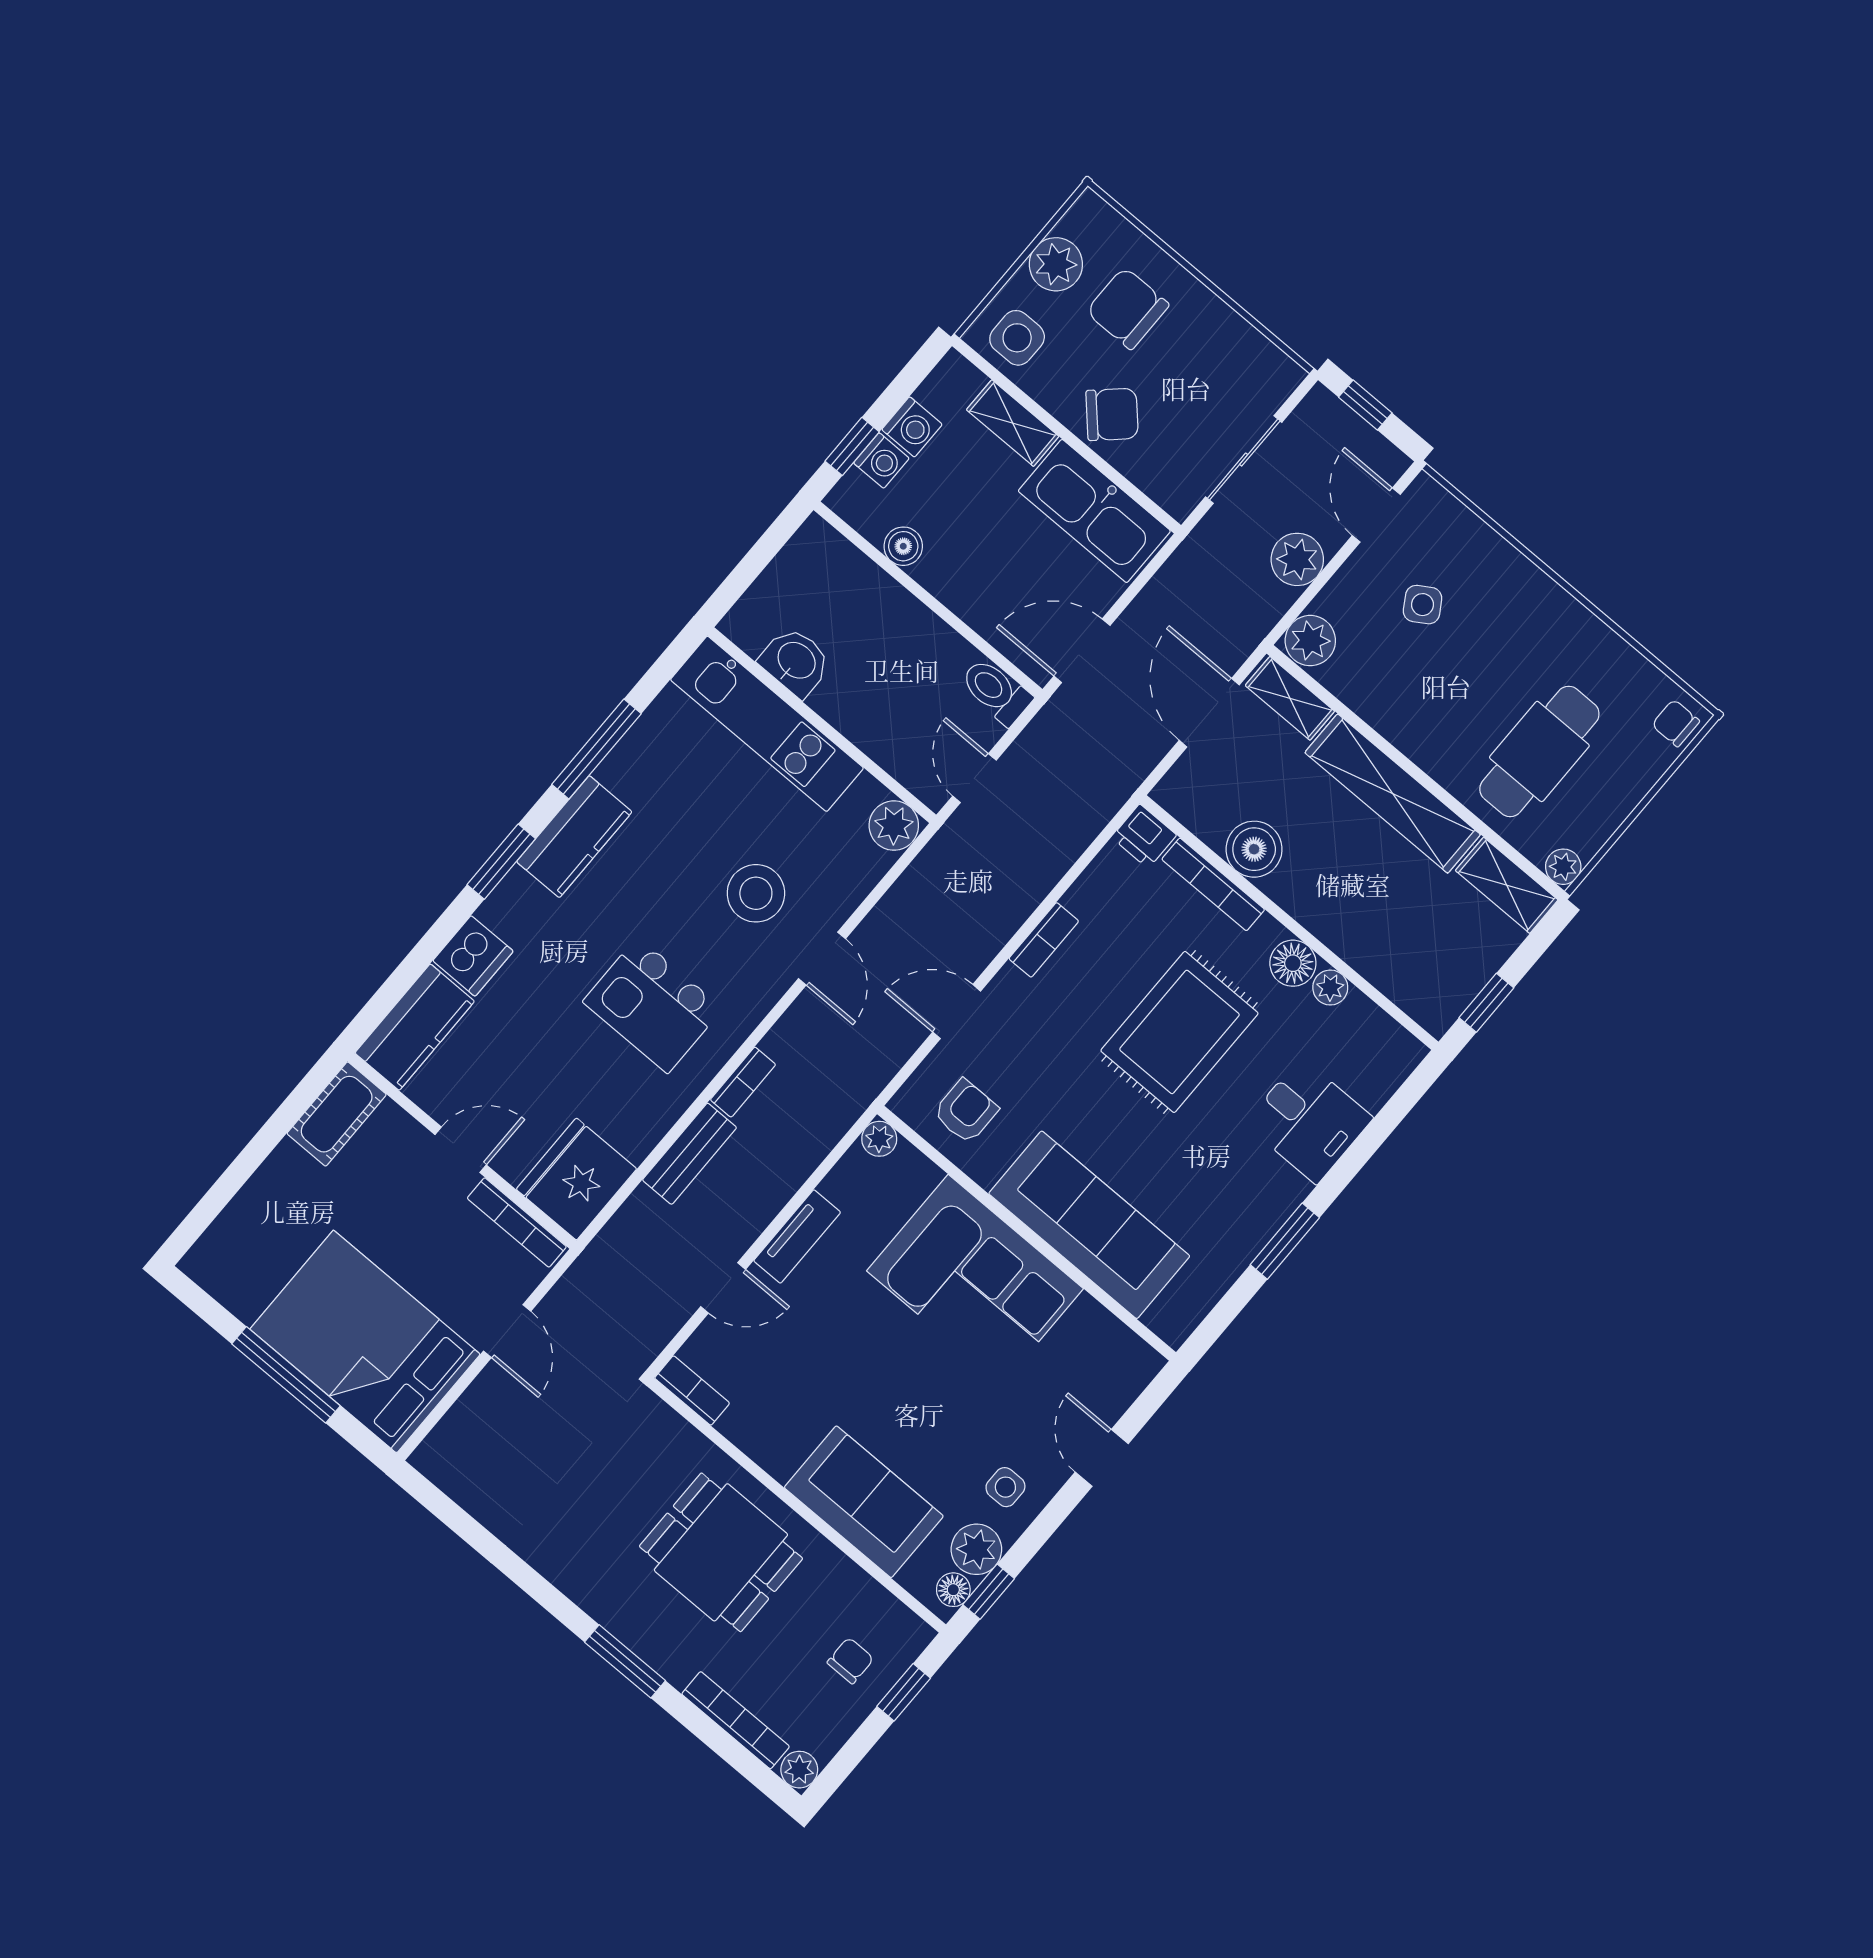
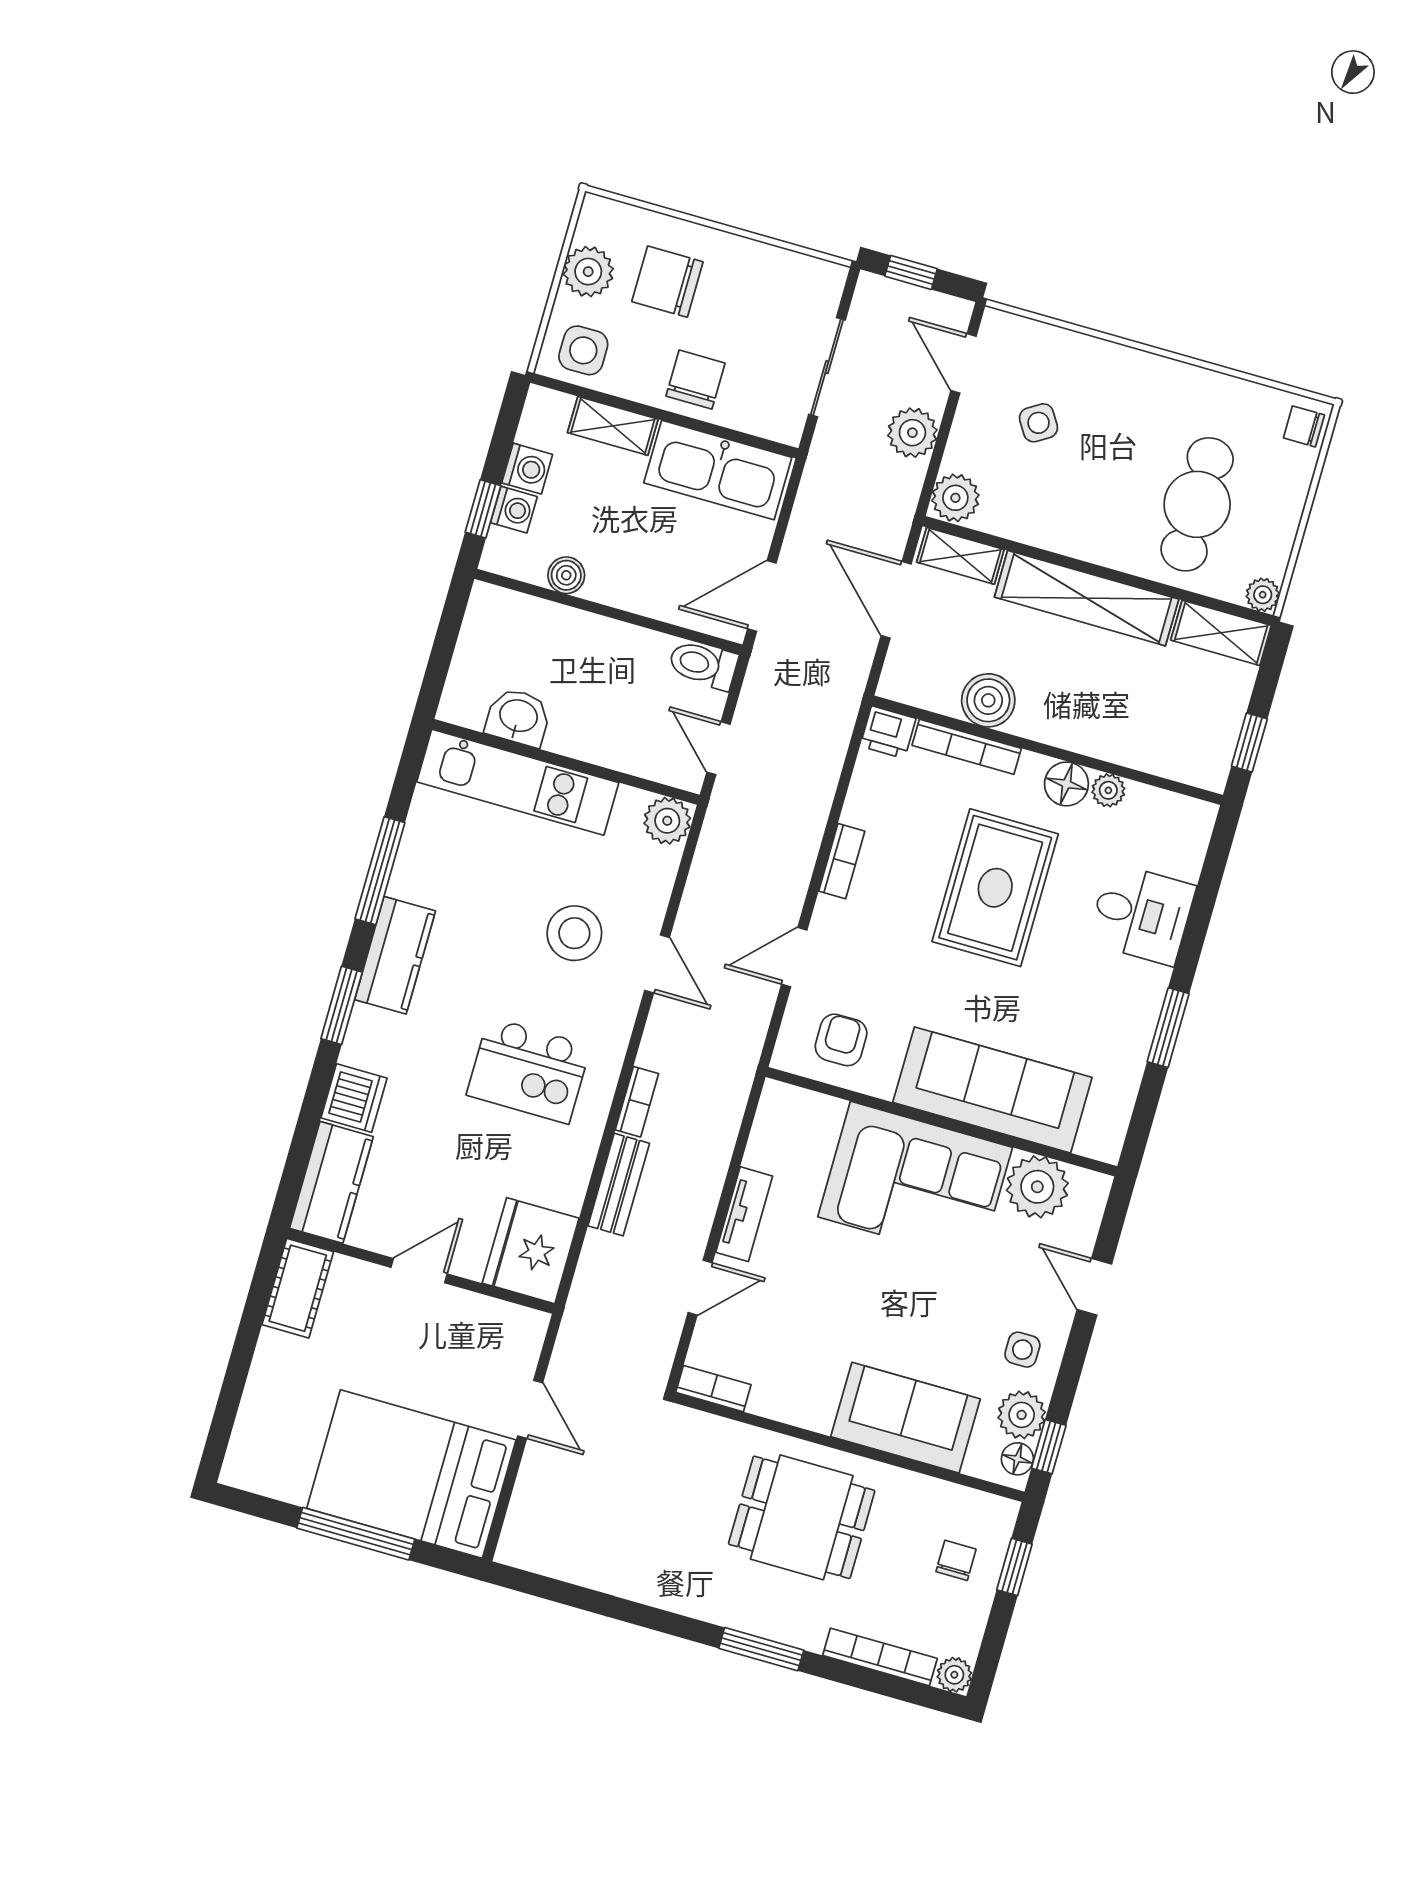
chair: (1112, 414) -> (695, 380), turned -47
plant: (879, 1139) -> (1037, 1187), moved, width x1.88, depth x1.88
bookcase: (517, 1222) -> (496, 1312), removed

